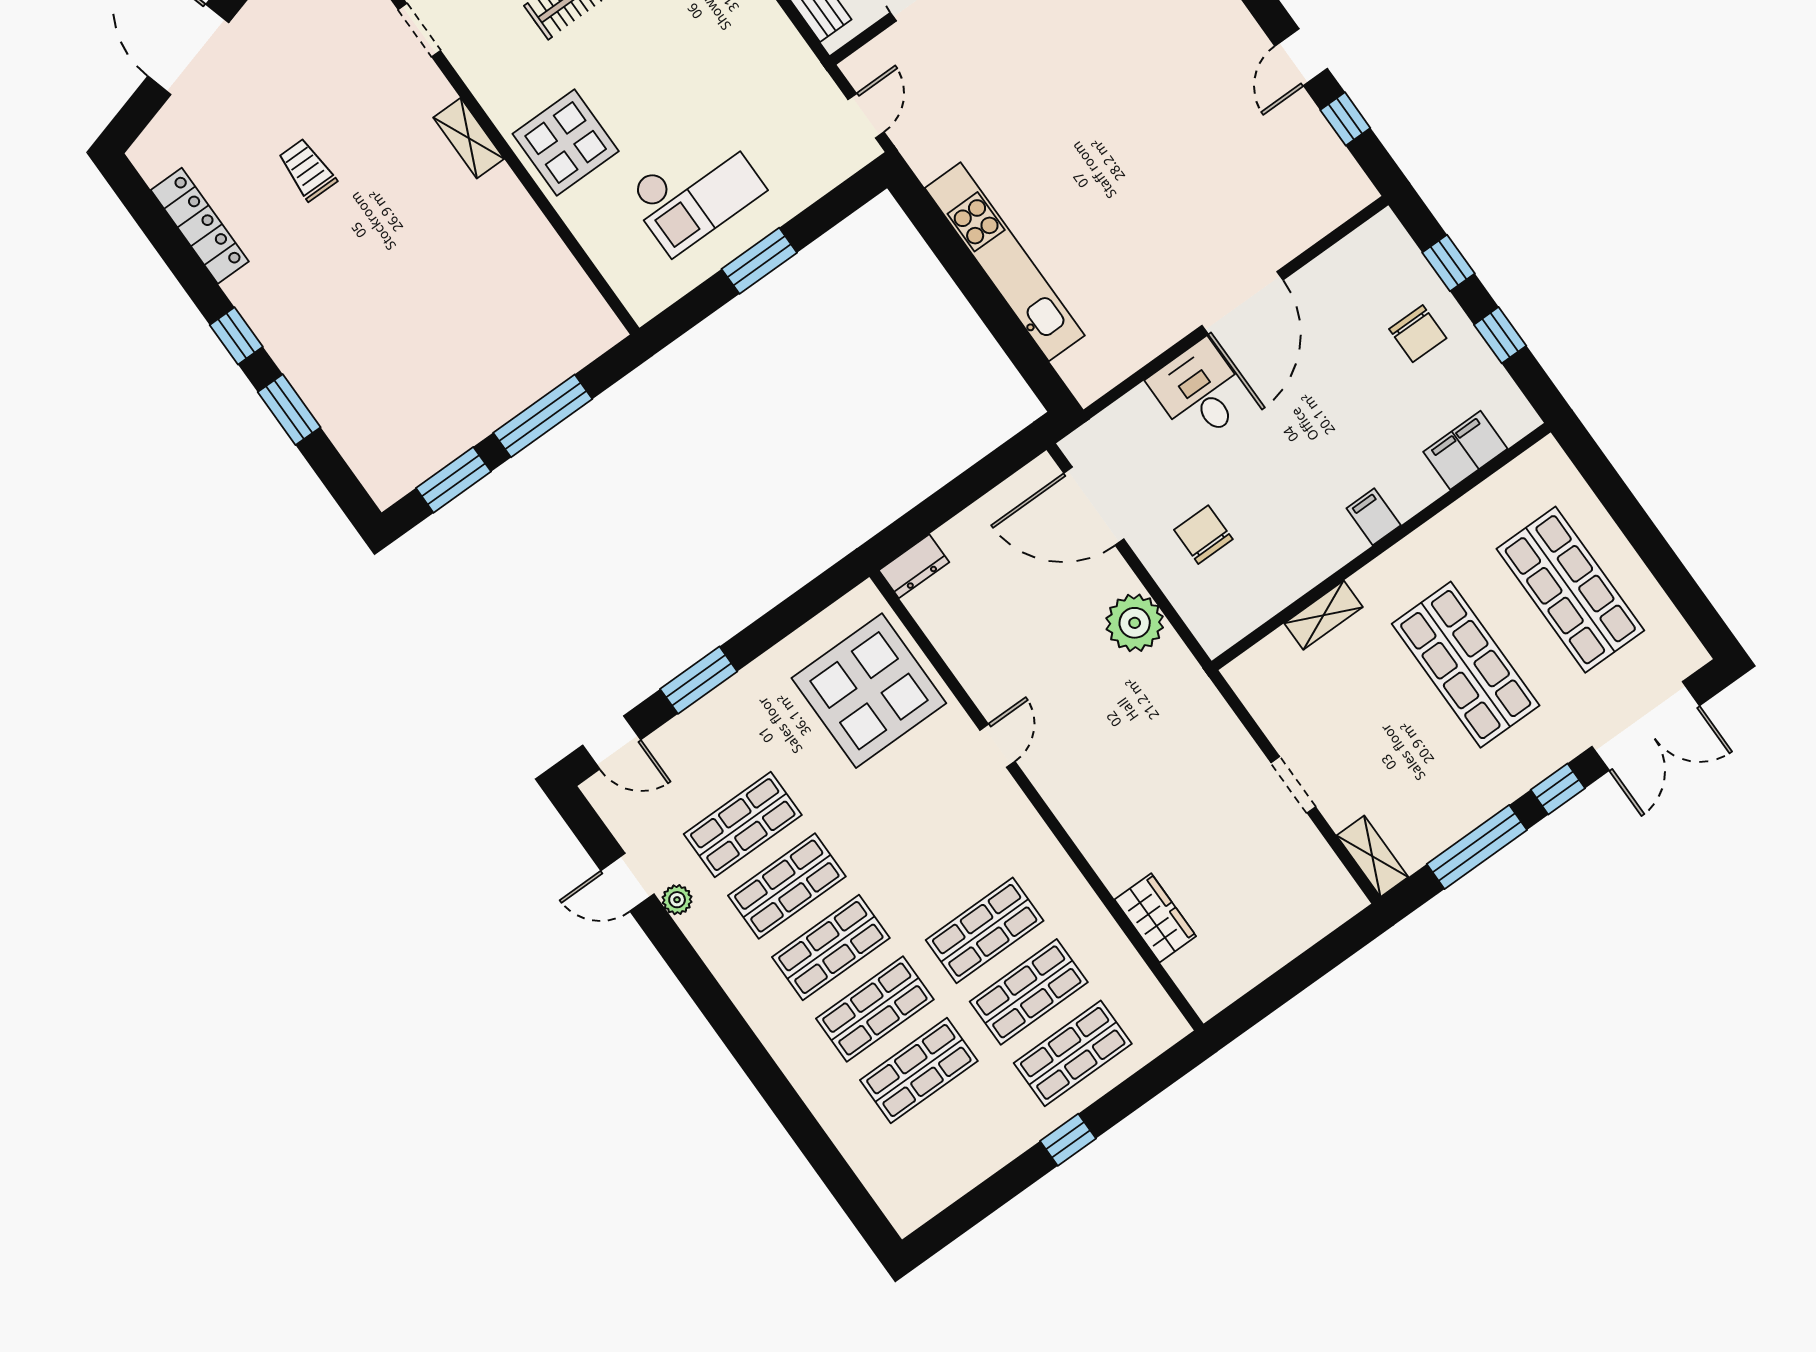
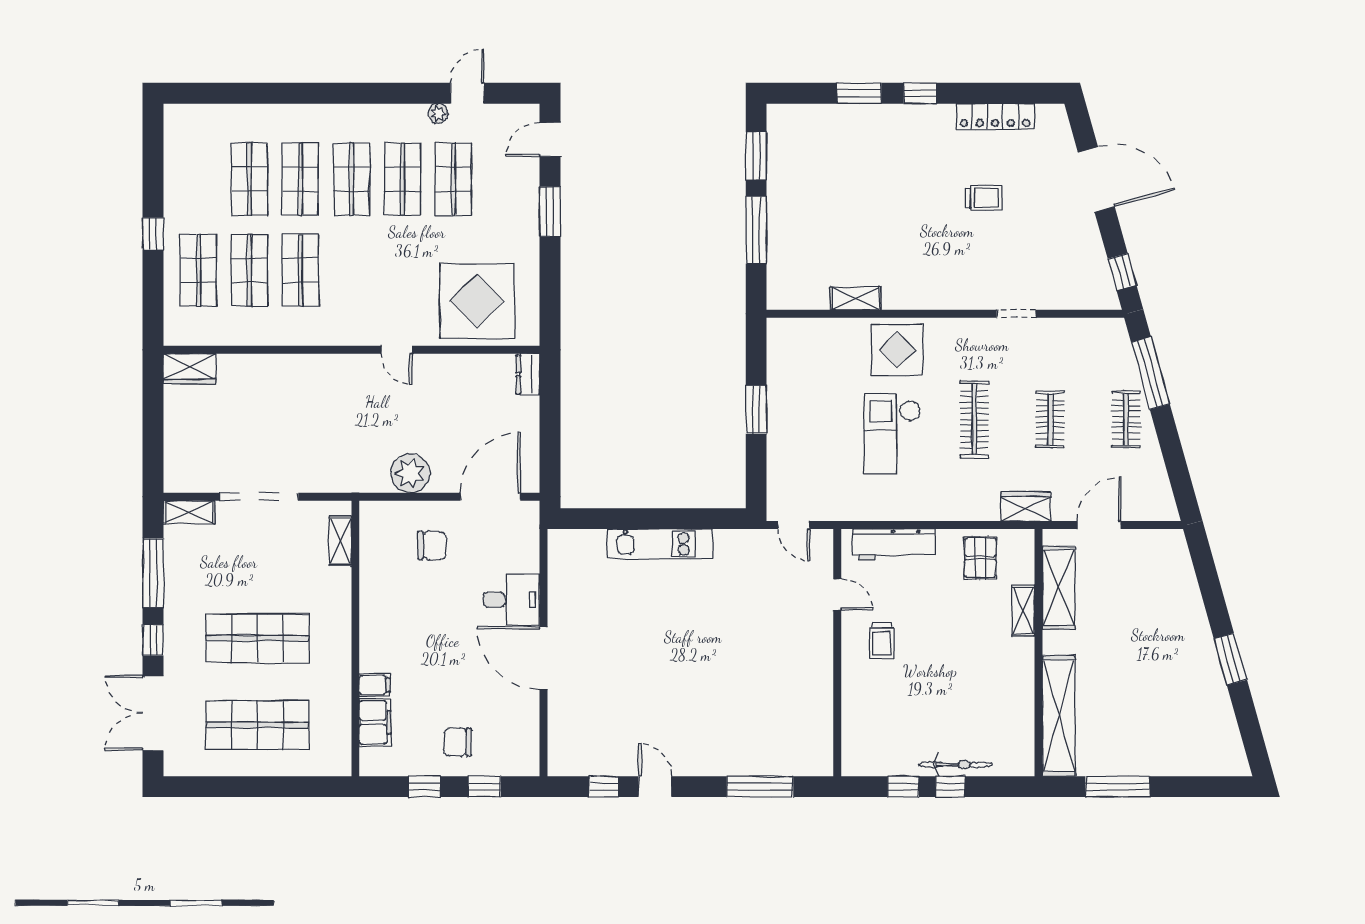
shelving: (469, 138) -> (856, 298), moved
checkout: (696, 191) -> (892, 434), moved
kitchen unit: (1005, 262) -> (659, 544), width x0.73
filing cabinet: (1374, 517) -> (375, 685), moved
shelving: (1323, 615) -> (340, 541), moved
doorway: (1293, 785) -> (259, 497), width x1.88
wardrobe: (1155, 918) -> (190, 369), moved

